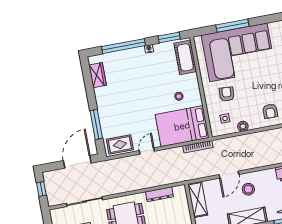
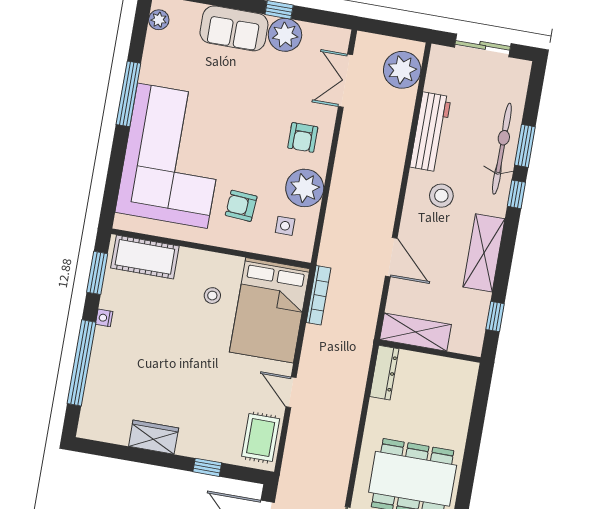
window: (232, 26) -> (128, 94), moved
wardrobe: (98, 75) -> (154, 437), moved
armchair: (270, 111) -> (303, 137), turned 90
window: (96, 124) -> (207, 467), width x0.46
plant: (243, 126) -> (305, 188), width x1.88, depth x1.88
stool: (248, 189) -> (441, 196), moved
dresser: (159, 194) -> (384, 373), moved

